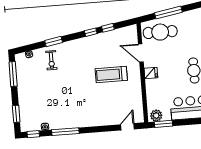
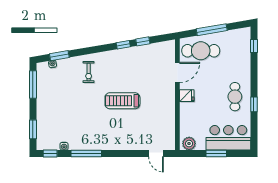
window: (54, 42) -> (59, 56), moved
door: (141, 53) -> (177, 72), swing flipped
exercise bike: (51, 60) -> (89, 72), moved
treadmill: (111, 74) -> (122, 101), moved
window: (164, 124) -> (216, 154), moved
door: (127, 127) -> (156, 154), swing flipped

